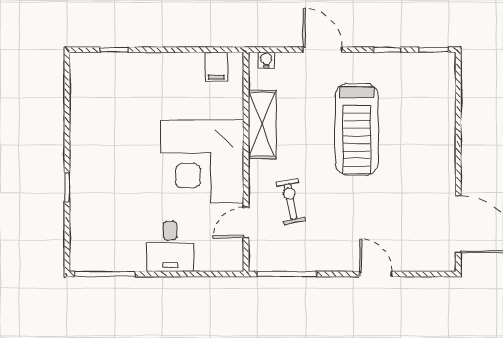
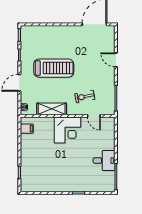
corner desk: (202, 161) -> (67, 130), width x0.74, depth x0.74
desk: (170, 246) -> (104, 161), moved
door: (376, 274) -> (116, 60), hinge flipped

